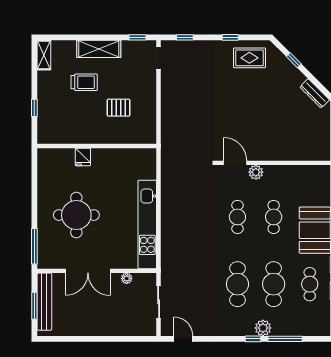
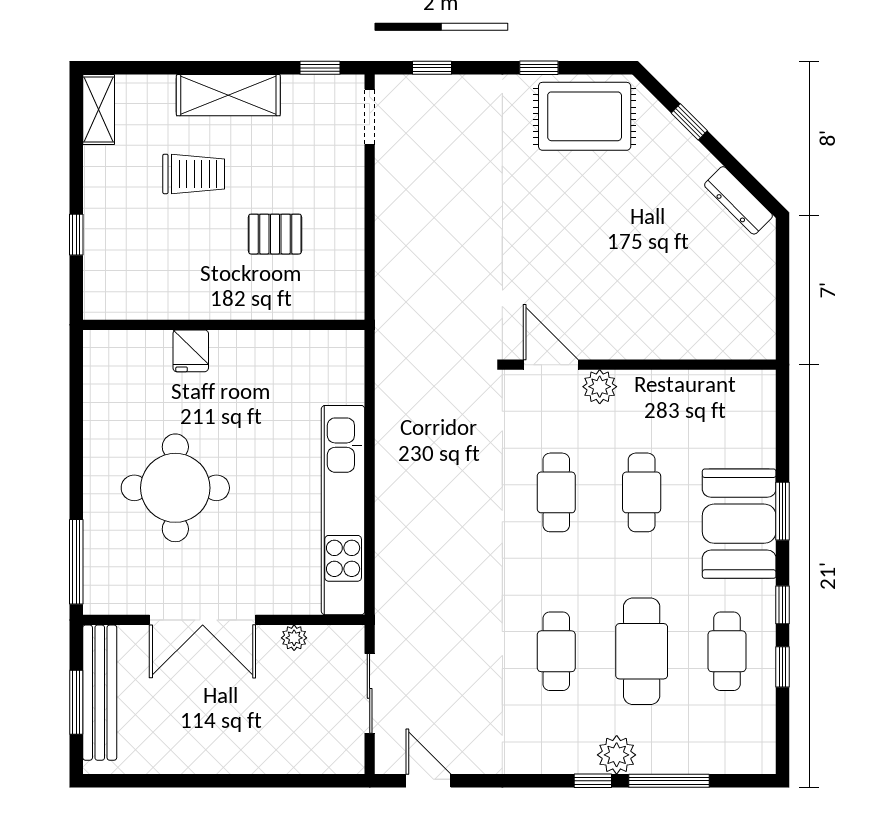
rug: (249, 58) -> (585, 116), width x1.36, depth x1.43
cafe table: (237, 284) -> (556, 651), width x0.73, depth x0.74

